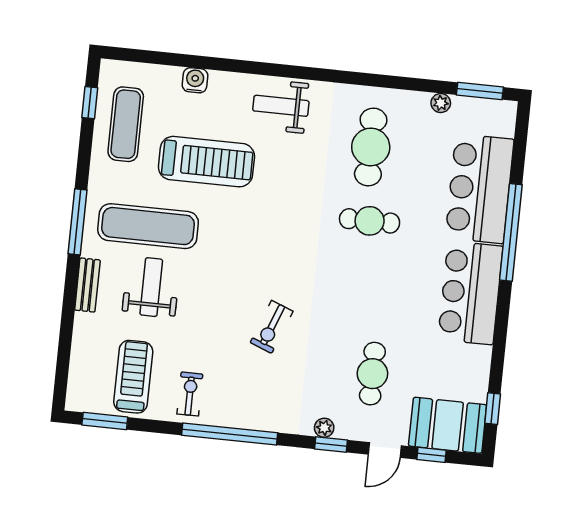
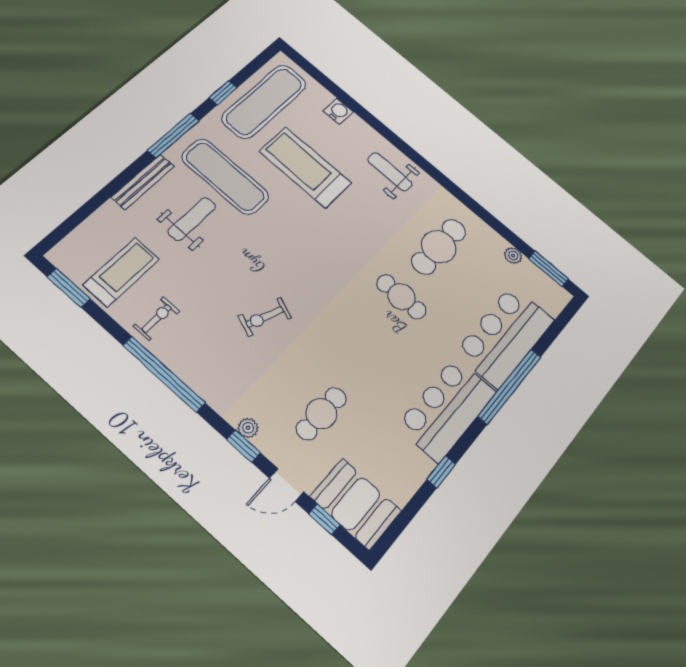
window: (90, 103) -> (223, 93), moved
exercise mat: (126, 124) -> (264, 101), width x1.36, depth x1.45
treadmill: (206, 162) -> (305, 167), turned 180
bench: (87, 285) -> (143, 182), width x1.36
window: (493, 409) -> (441, 472), moved

